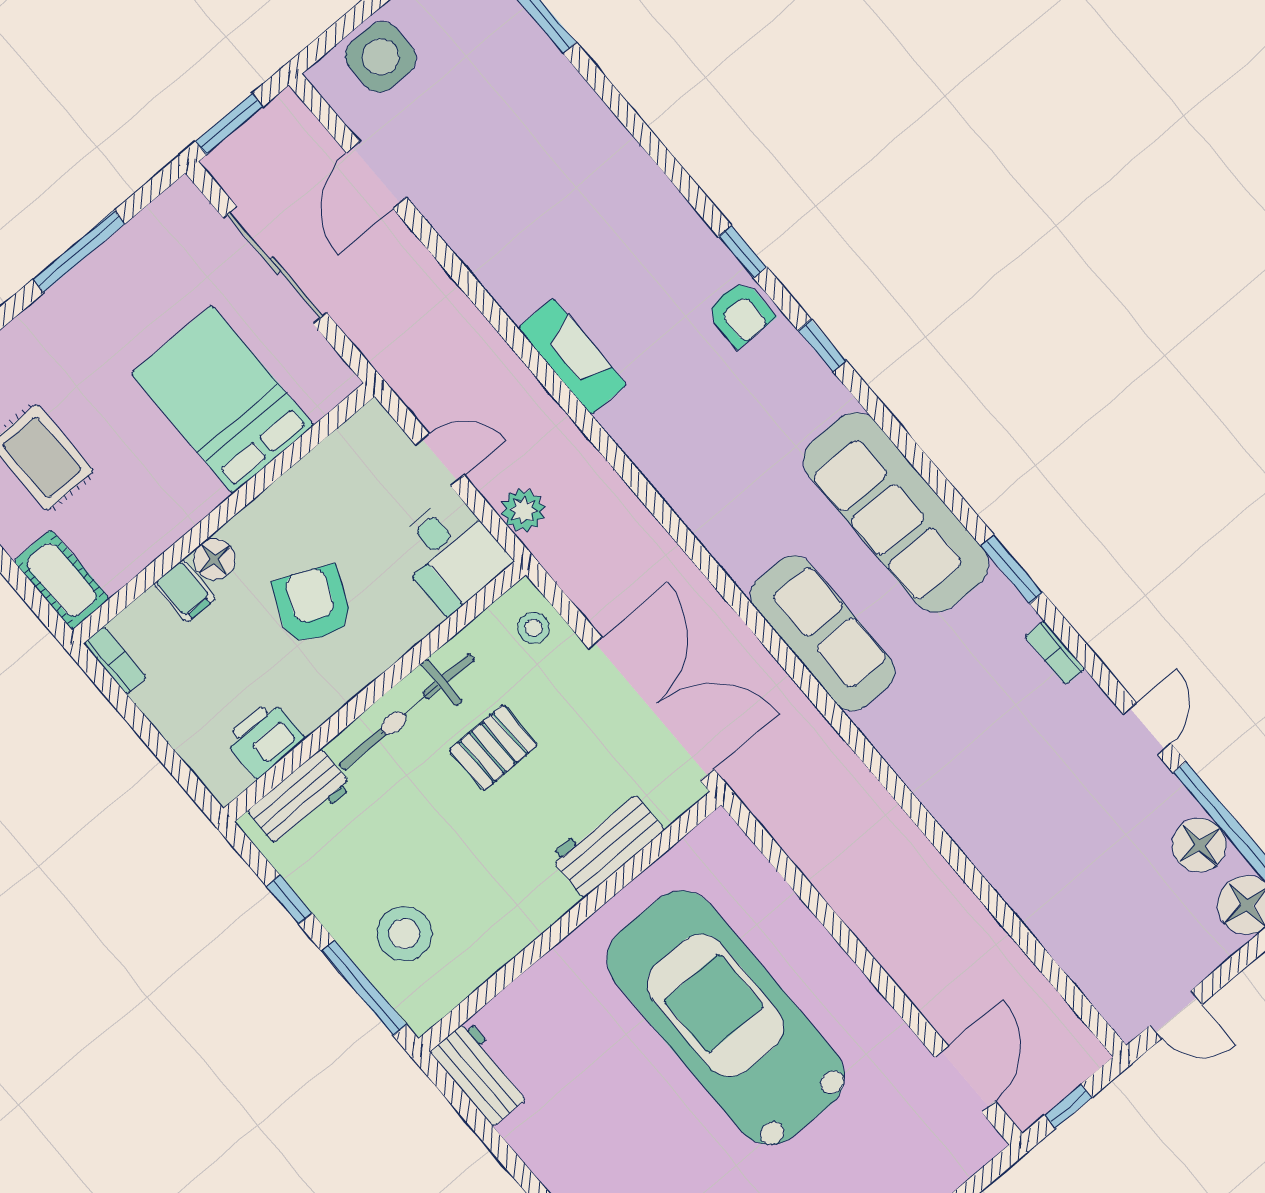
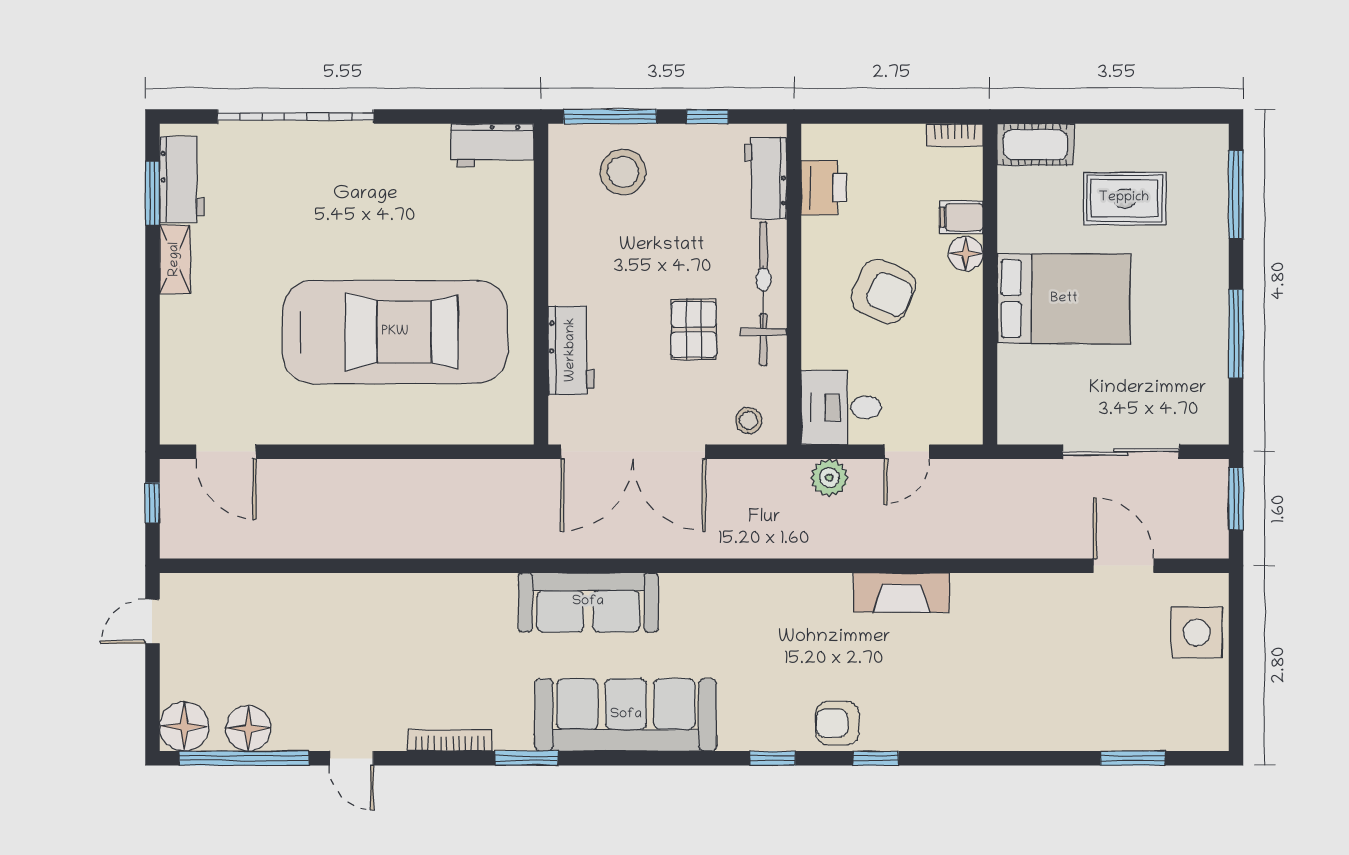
bed: (222, 399) -> (1064, 299), moved
bookcase: (1055, 653) -> (450, 740), width x1.56

